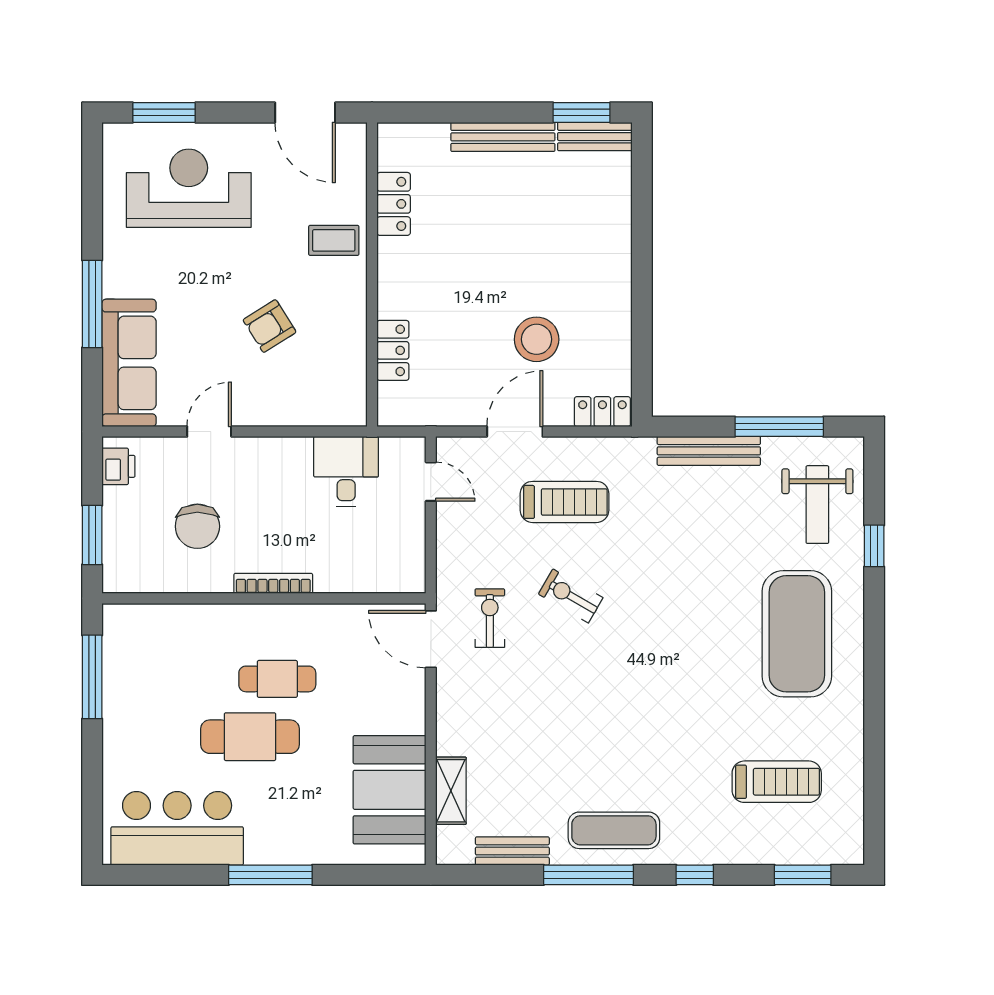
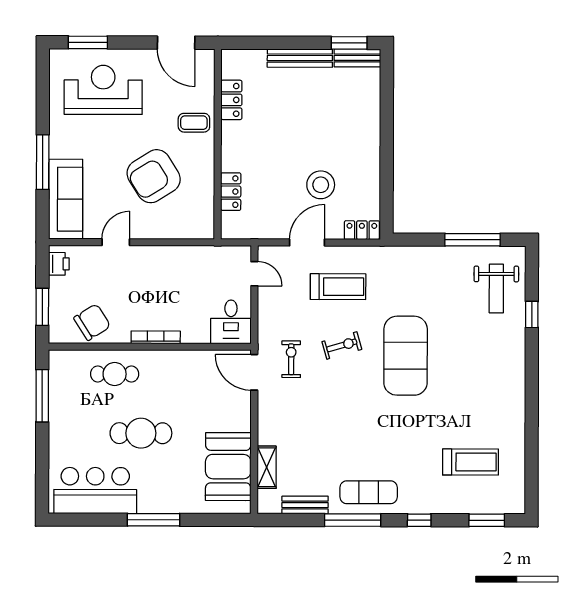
armchair: (270, 326) -> (154, 176), width x1.88, depth x1.88
bench: (709, 451) -> (428, 255), removed
desk: (346, 471) -> (231, 322), moved, turned 180
chair: (197, 526) -> (92, 322), moved, turned -122
exercise bike: (571, 596) -> (342, 345), turned 134
exercise mat: (797, 634) -> (406, 356), moved
cafe table: (277, 679) -> (115, 374), moved

